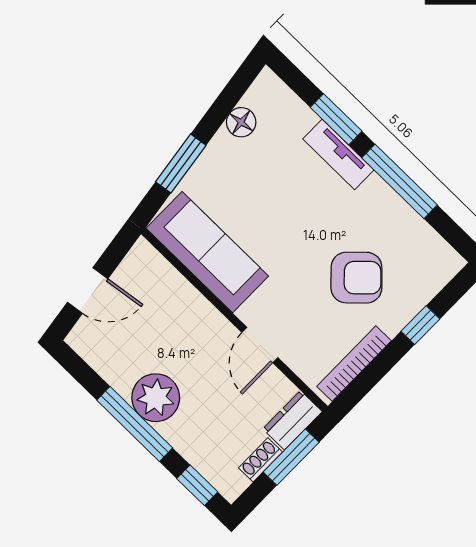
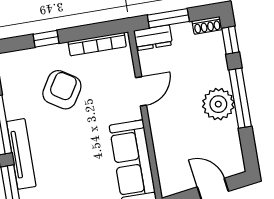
tv unit: (338, 154) -> (21, 154), width x1.41
armchair: (356, 278) -> (62, 90), turned 76
shoe rack: (261, 460) -> (207, 25), moved

